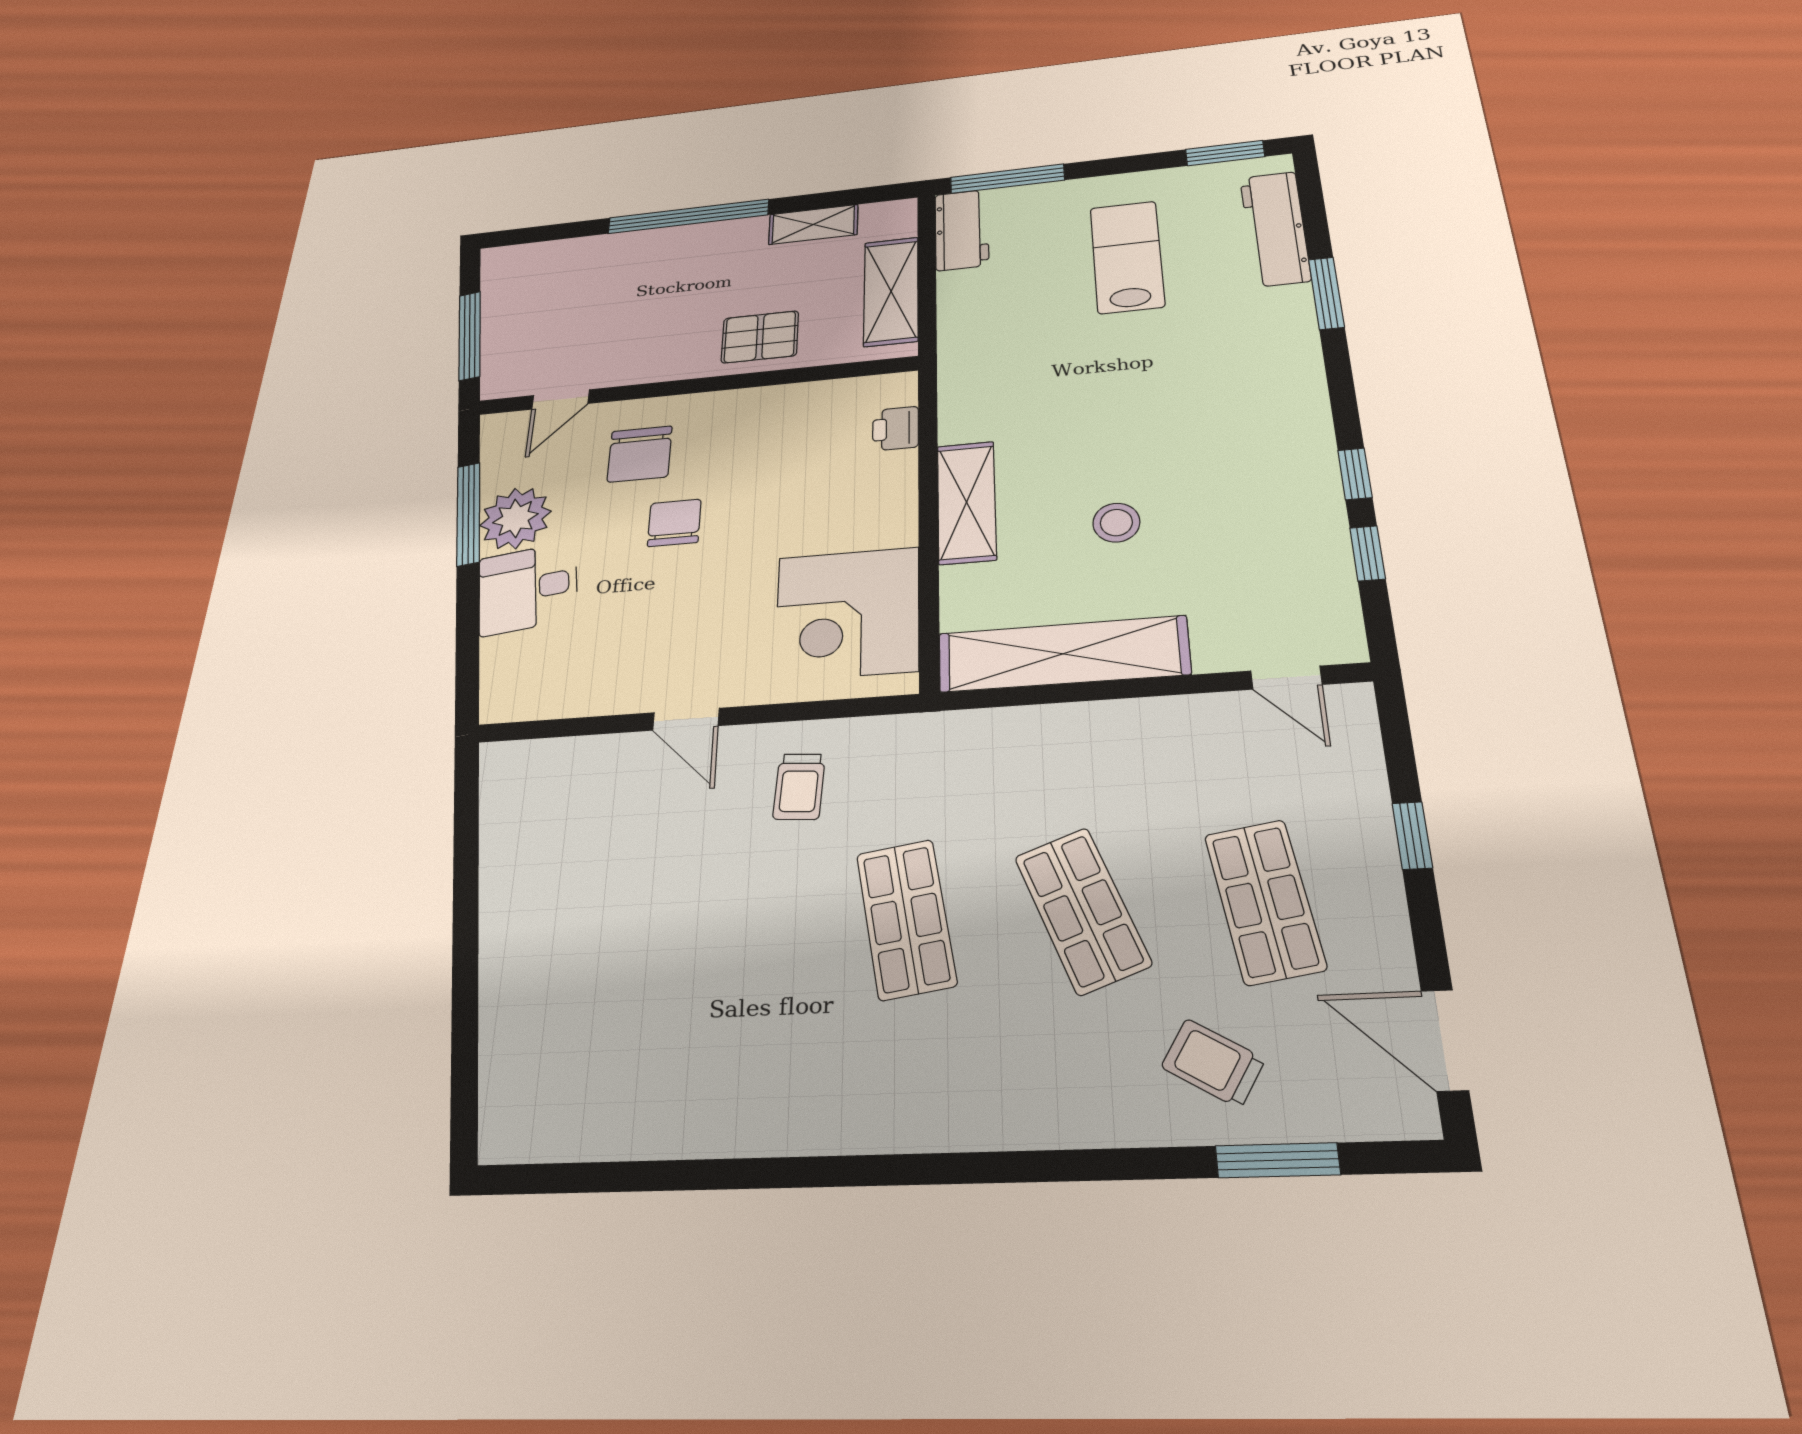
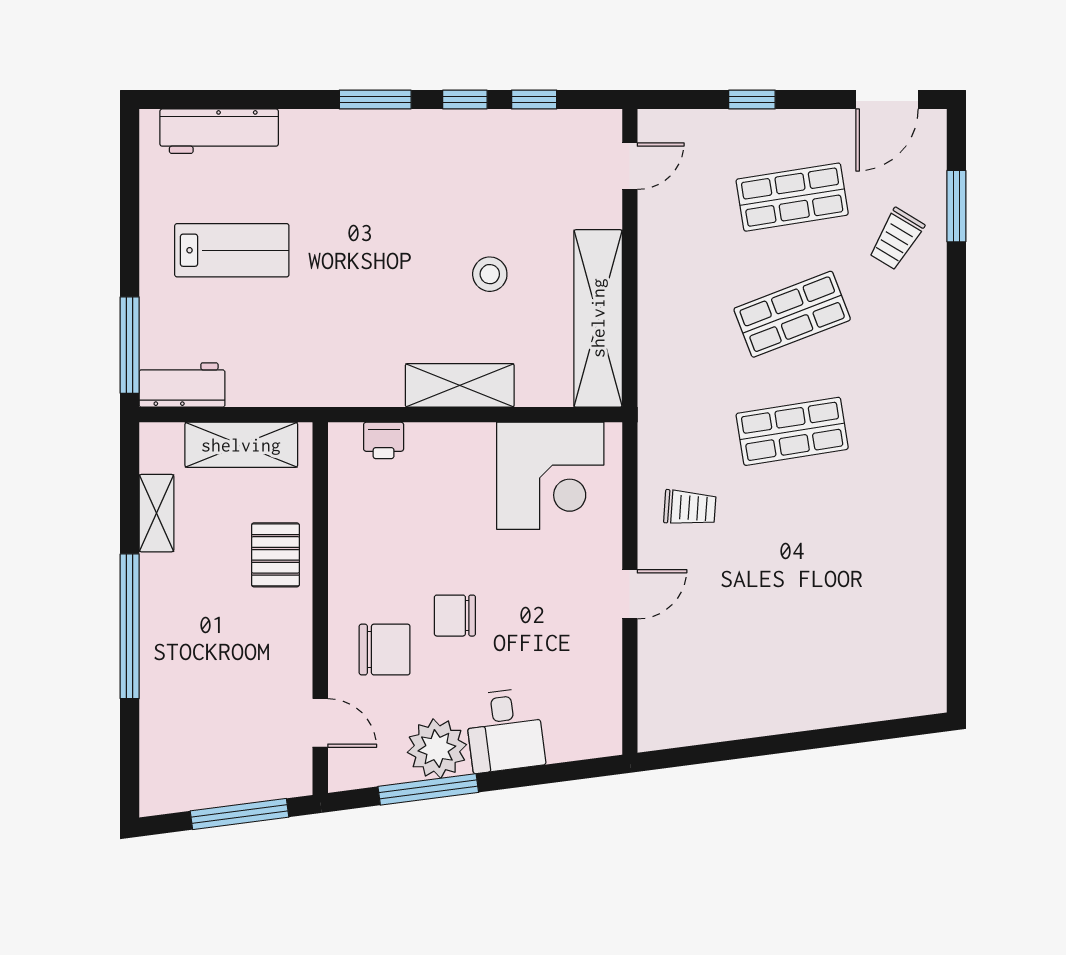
window: (1225, 153) -> (130, 163), removed
lab bench: (1127, 257) -> (232, 250), turned 180
window: (1326, 293) -> (375, 99), moved

